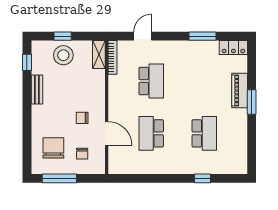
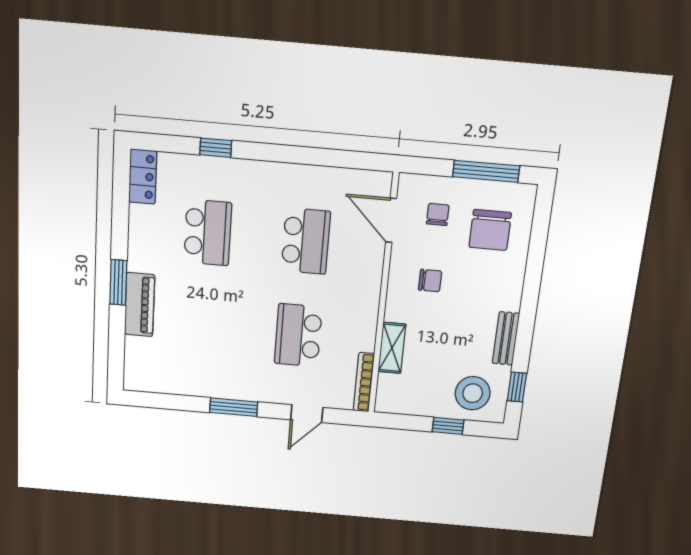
window: (202, 36) -> (234, 407), moved
locker: (233, 47) -> (143, 177), moved, turned 90
shelving: (99, 54) -> (392, 348), moved
stool: (63, 55) -> (473, 393), moved
door: (107, 133) -> (391, 220), moved
school desk: (204, 133) -> (208, 233), turned 180

